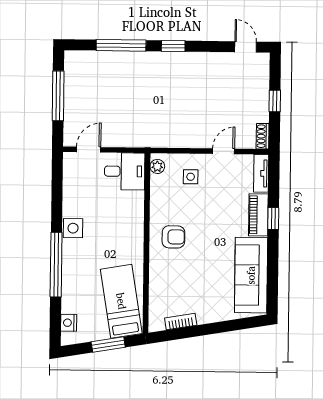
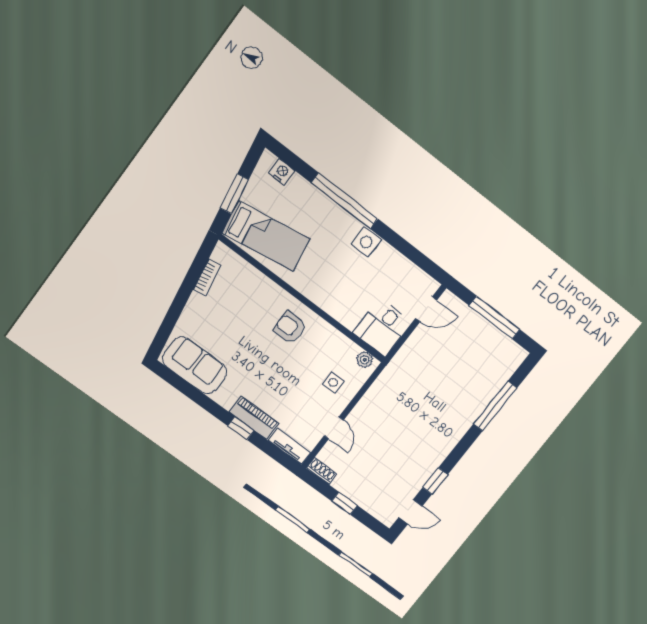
window: (173, 46) -> (435, 481), moved
door: (89, 150) -> (426, 309), hinge flipped
armchair: (173, 237) -> (290, 328), turned 90
sofa: (251, 275) -> (195, 365), width x0.73

